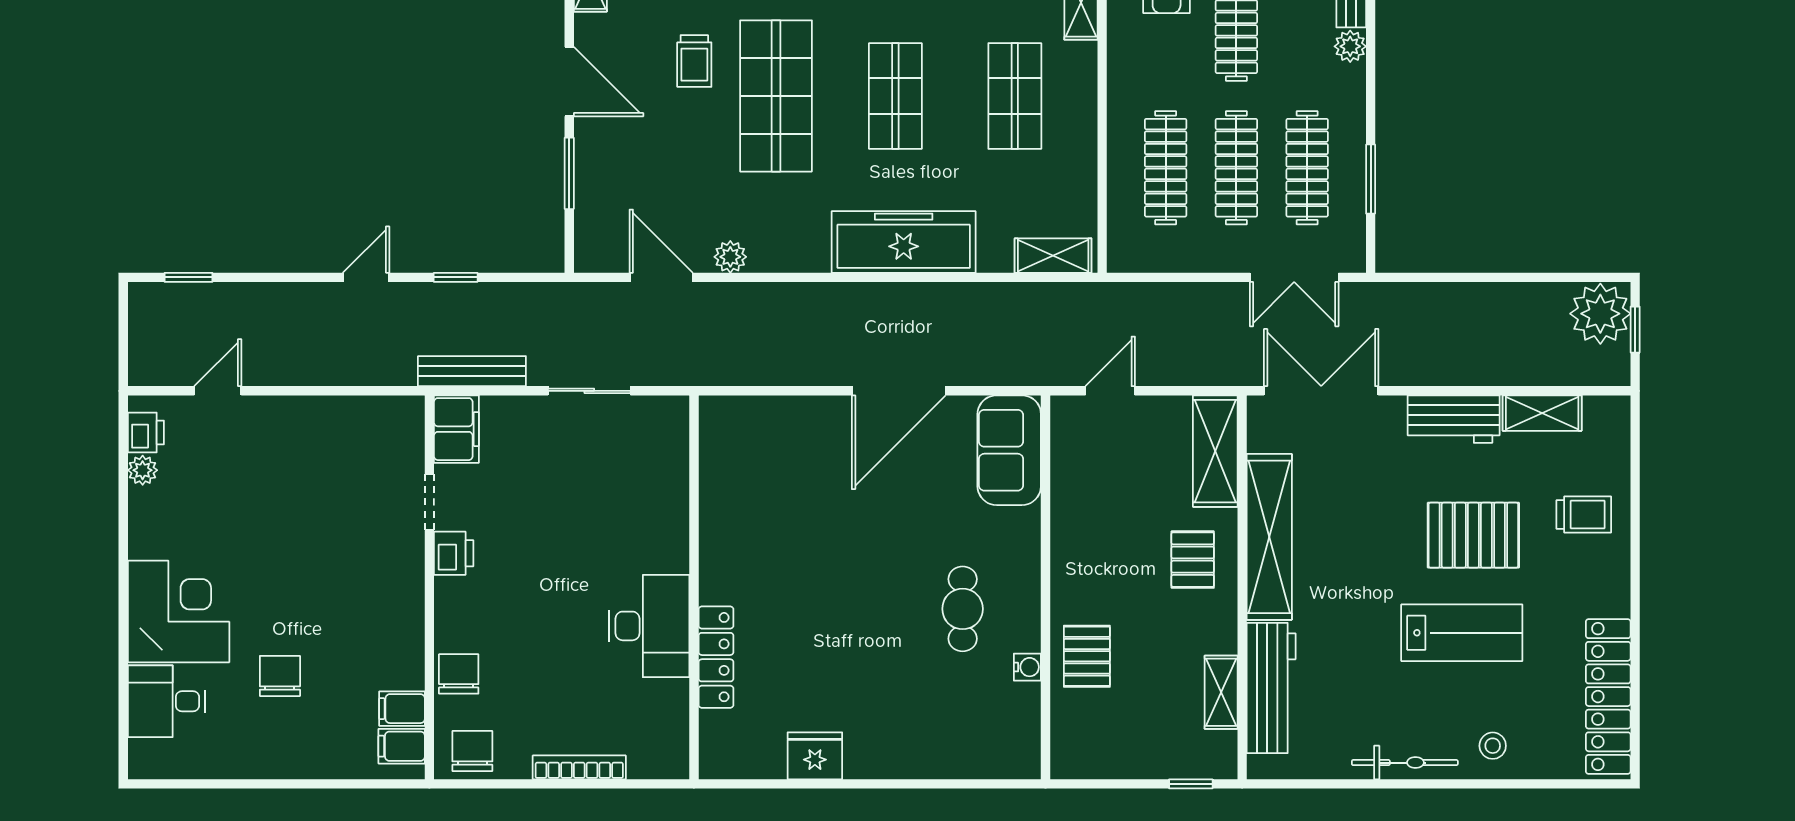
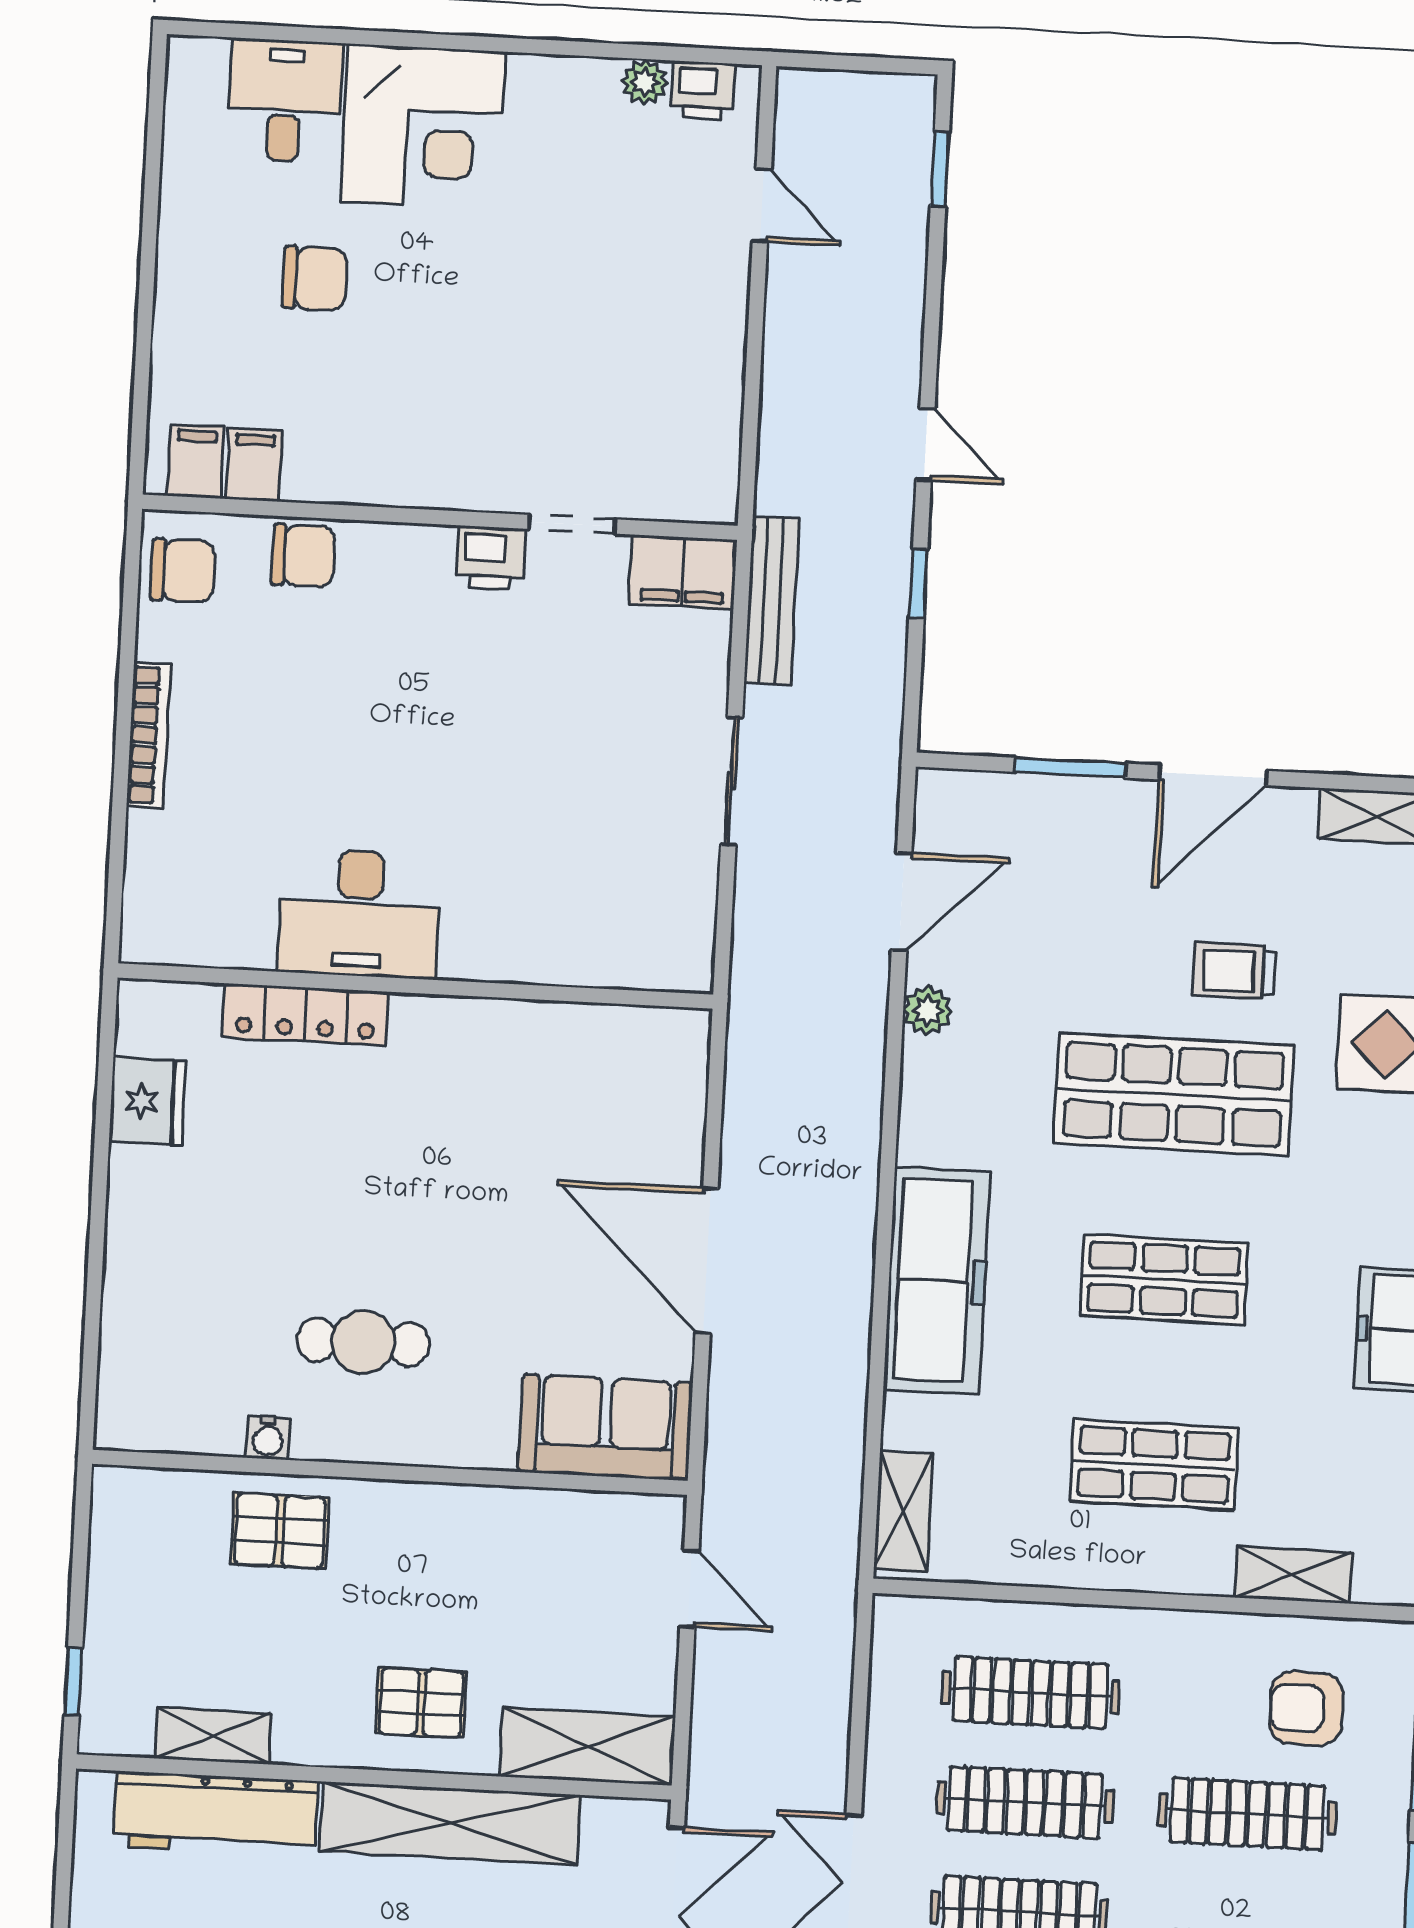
wall: (694, 587) -> (415, 986), moved
desk: (649, 626) -> (359, 914), moved
locker: (716, 657) -> (305, 1014), moved

